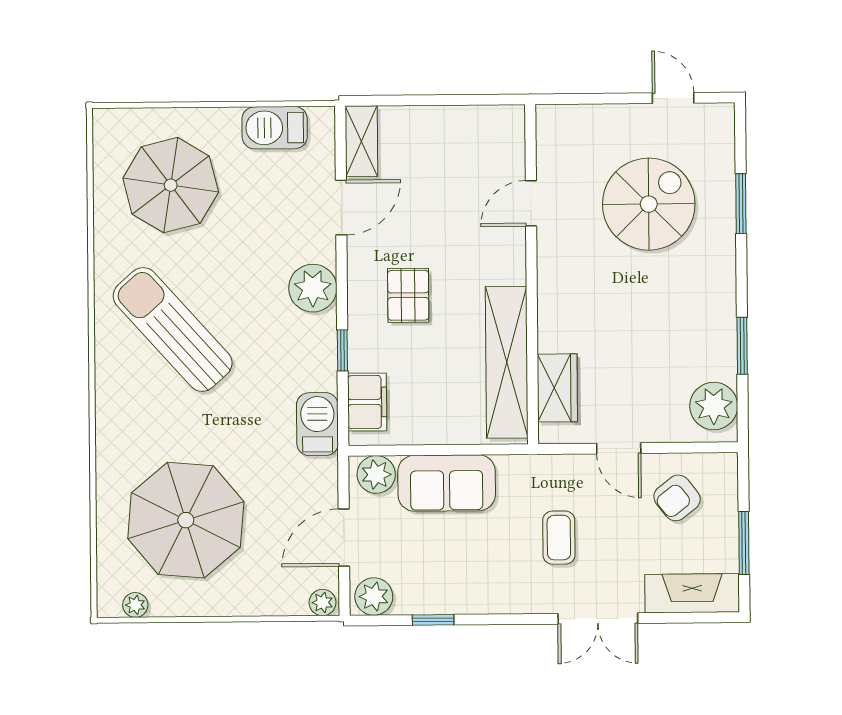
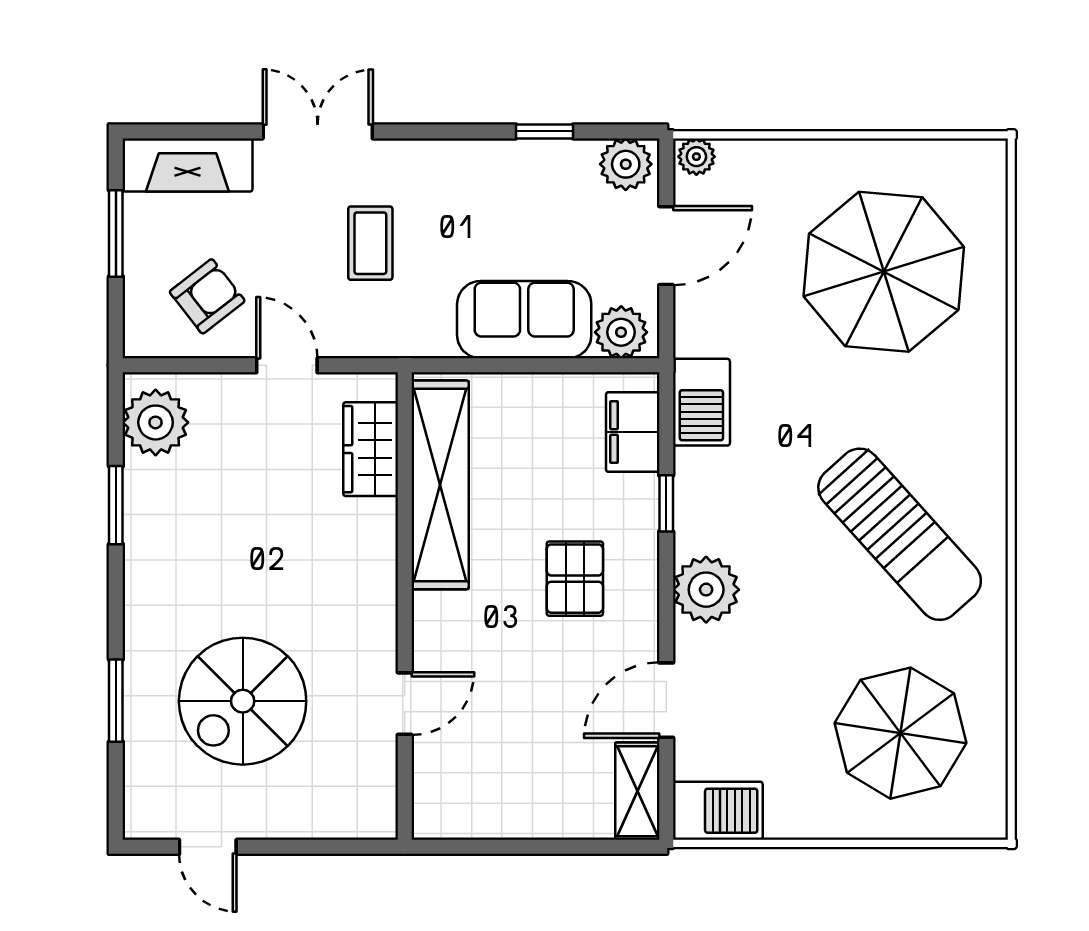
barbecue: (275, 128) -> (718, 811), moved
plant: (135, 605) -> (954, 155), removed

